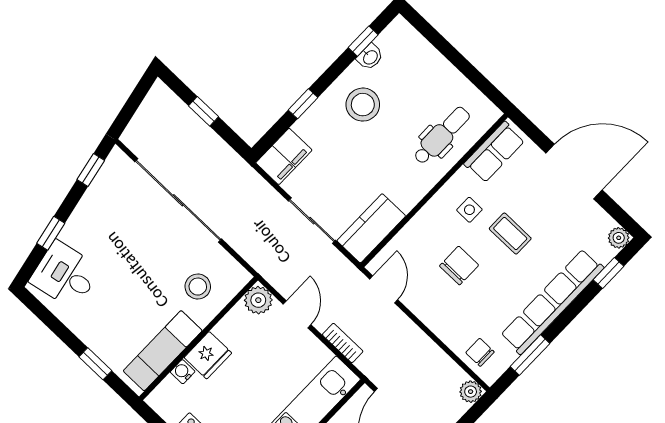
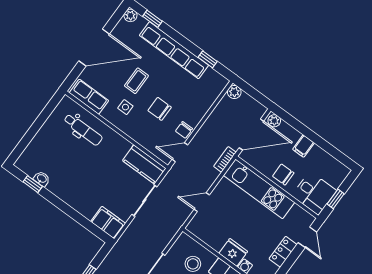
window: (303, 104) -> (75, 215), removed
stool: (363, 105) -> (71, 179), removed
dental chair: (442, 135) -> (83, 130), turned 180
door: (574, 171) -> (94, 47), swing flipped
plant: (258, 300) -> (196, 227), removed
bookcase: (343, 343) -> (225, 159), moved
chair: (480, 352) -> (184, 130), moved
window: (530, 355) -> (208, 59), width x0.67

